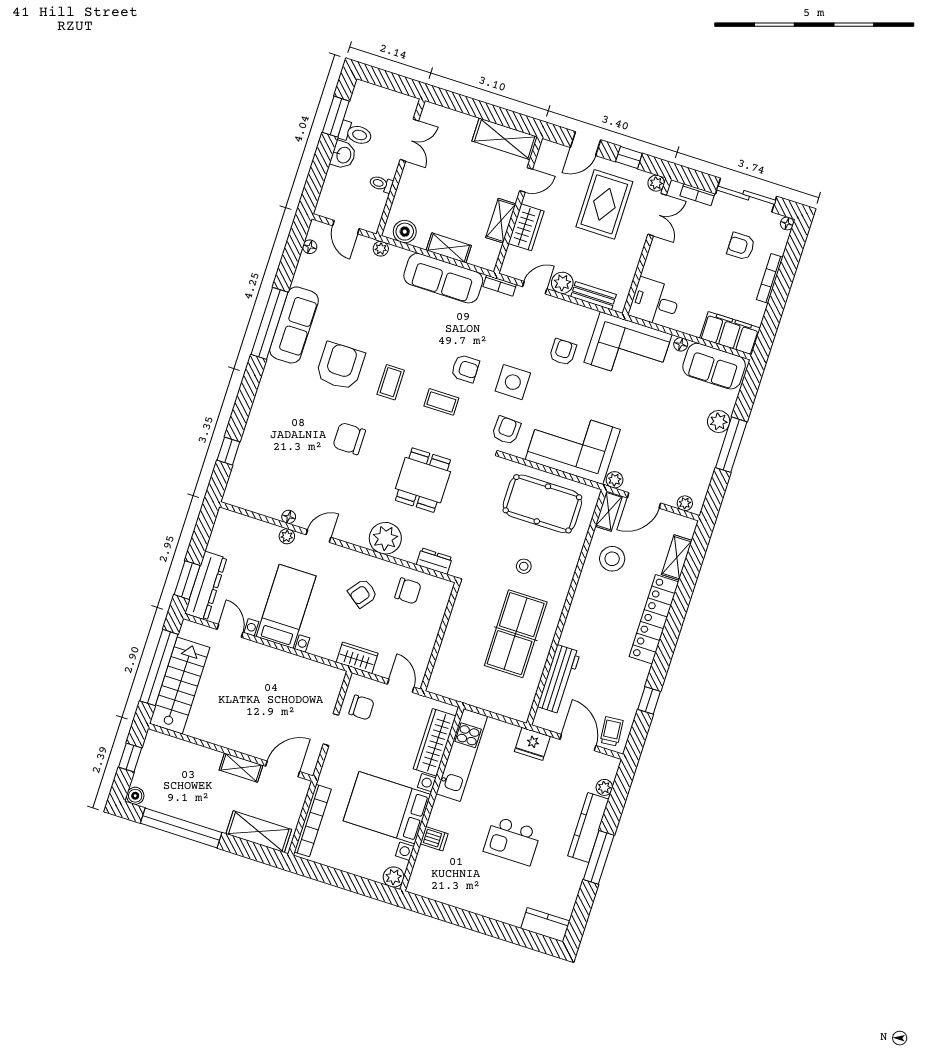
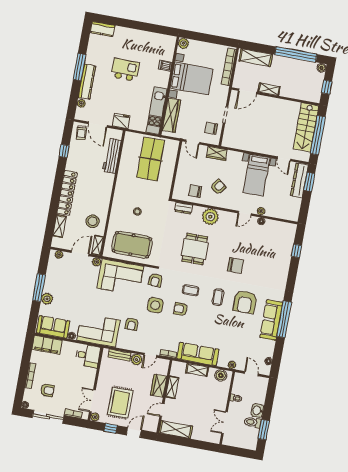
table tennis table: (516, 634) -> (151, 159), moved

